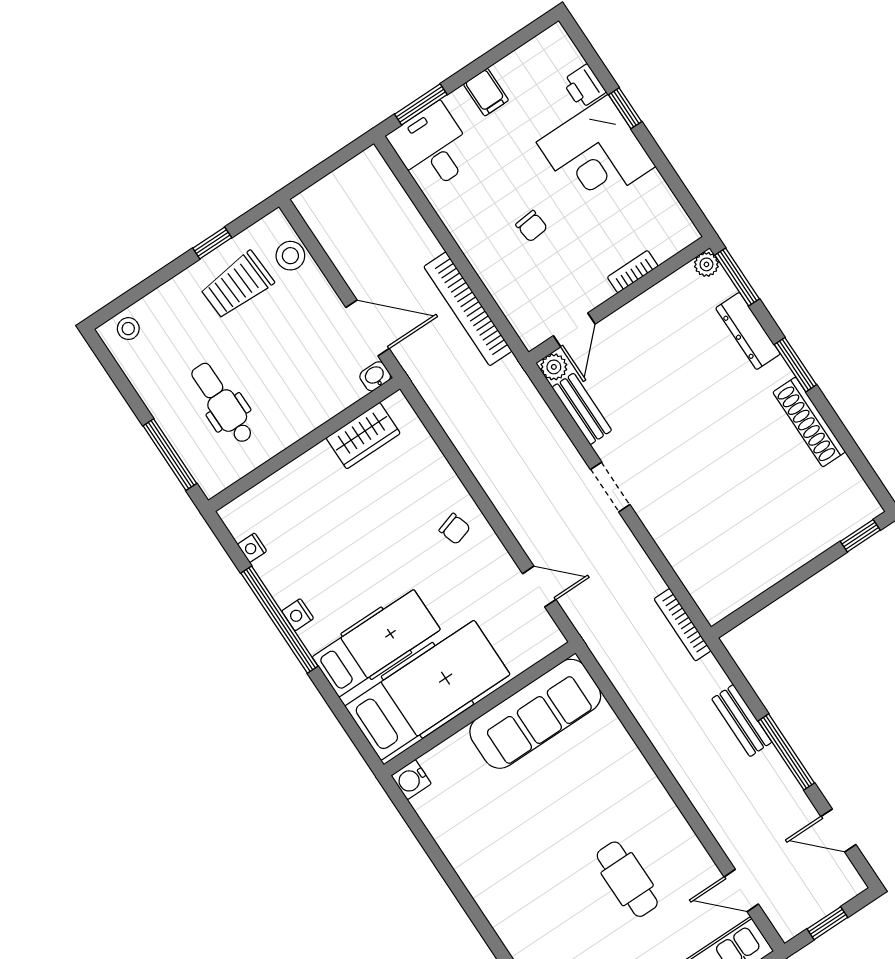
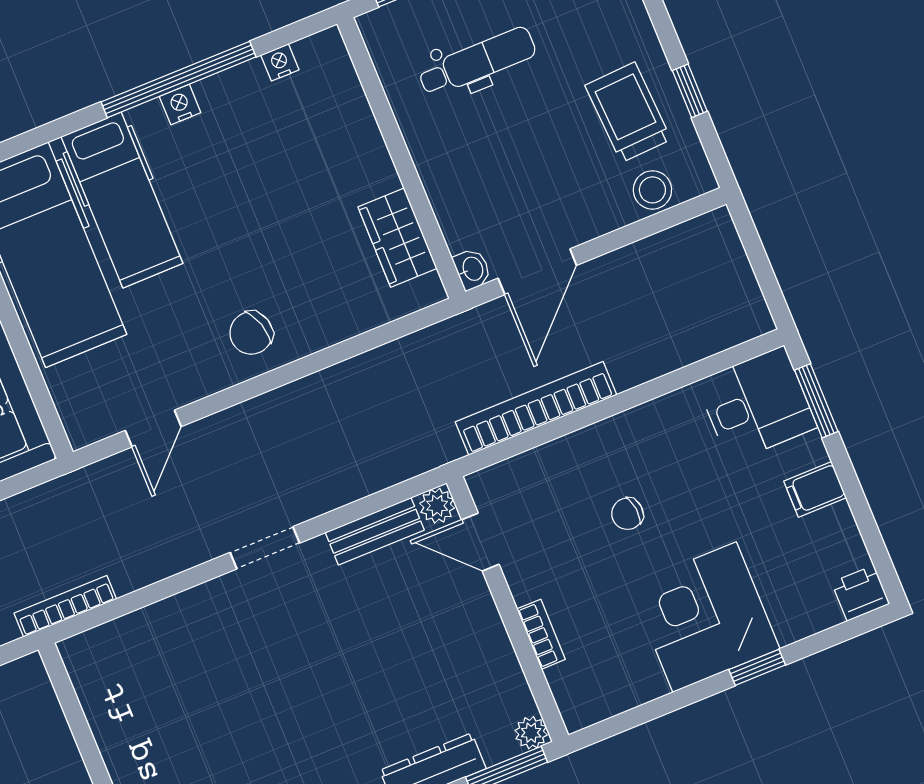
printer: (584, 86) -> (861, 593), moved
chair: (455, 529) -> (251, 333), width x1.37, depth x1.37

